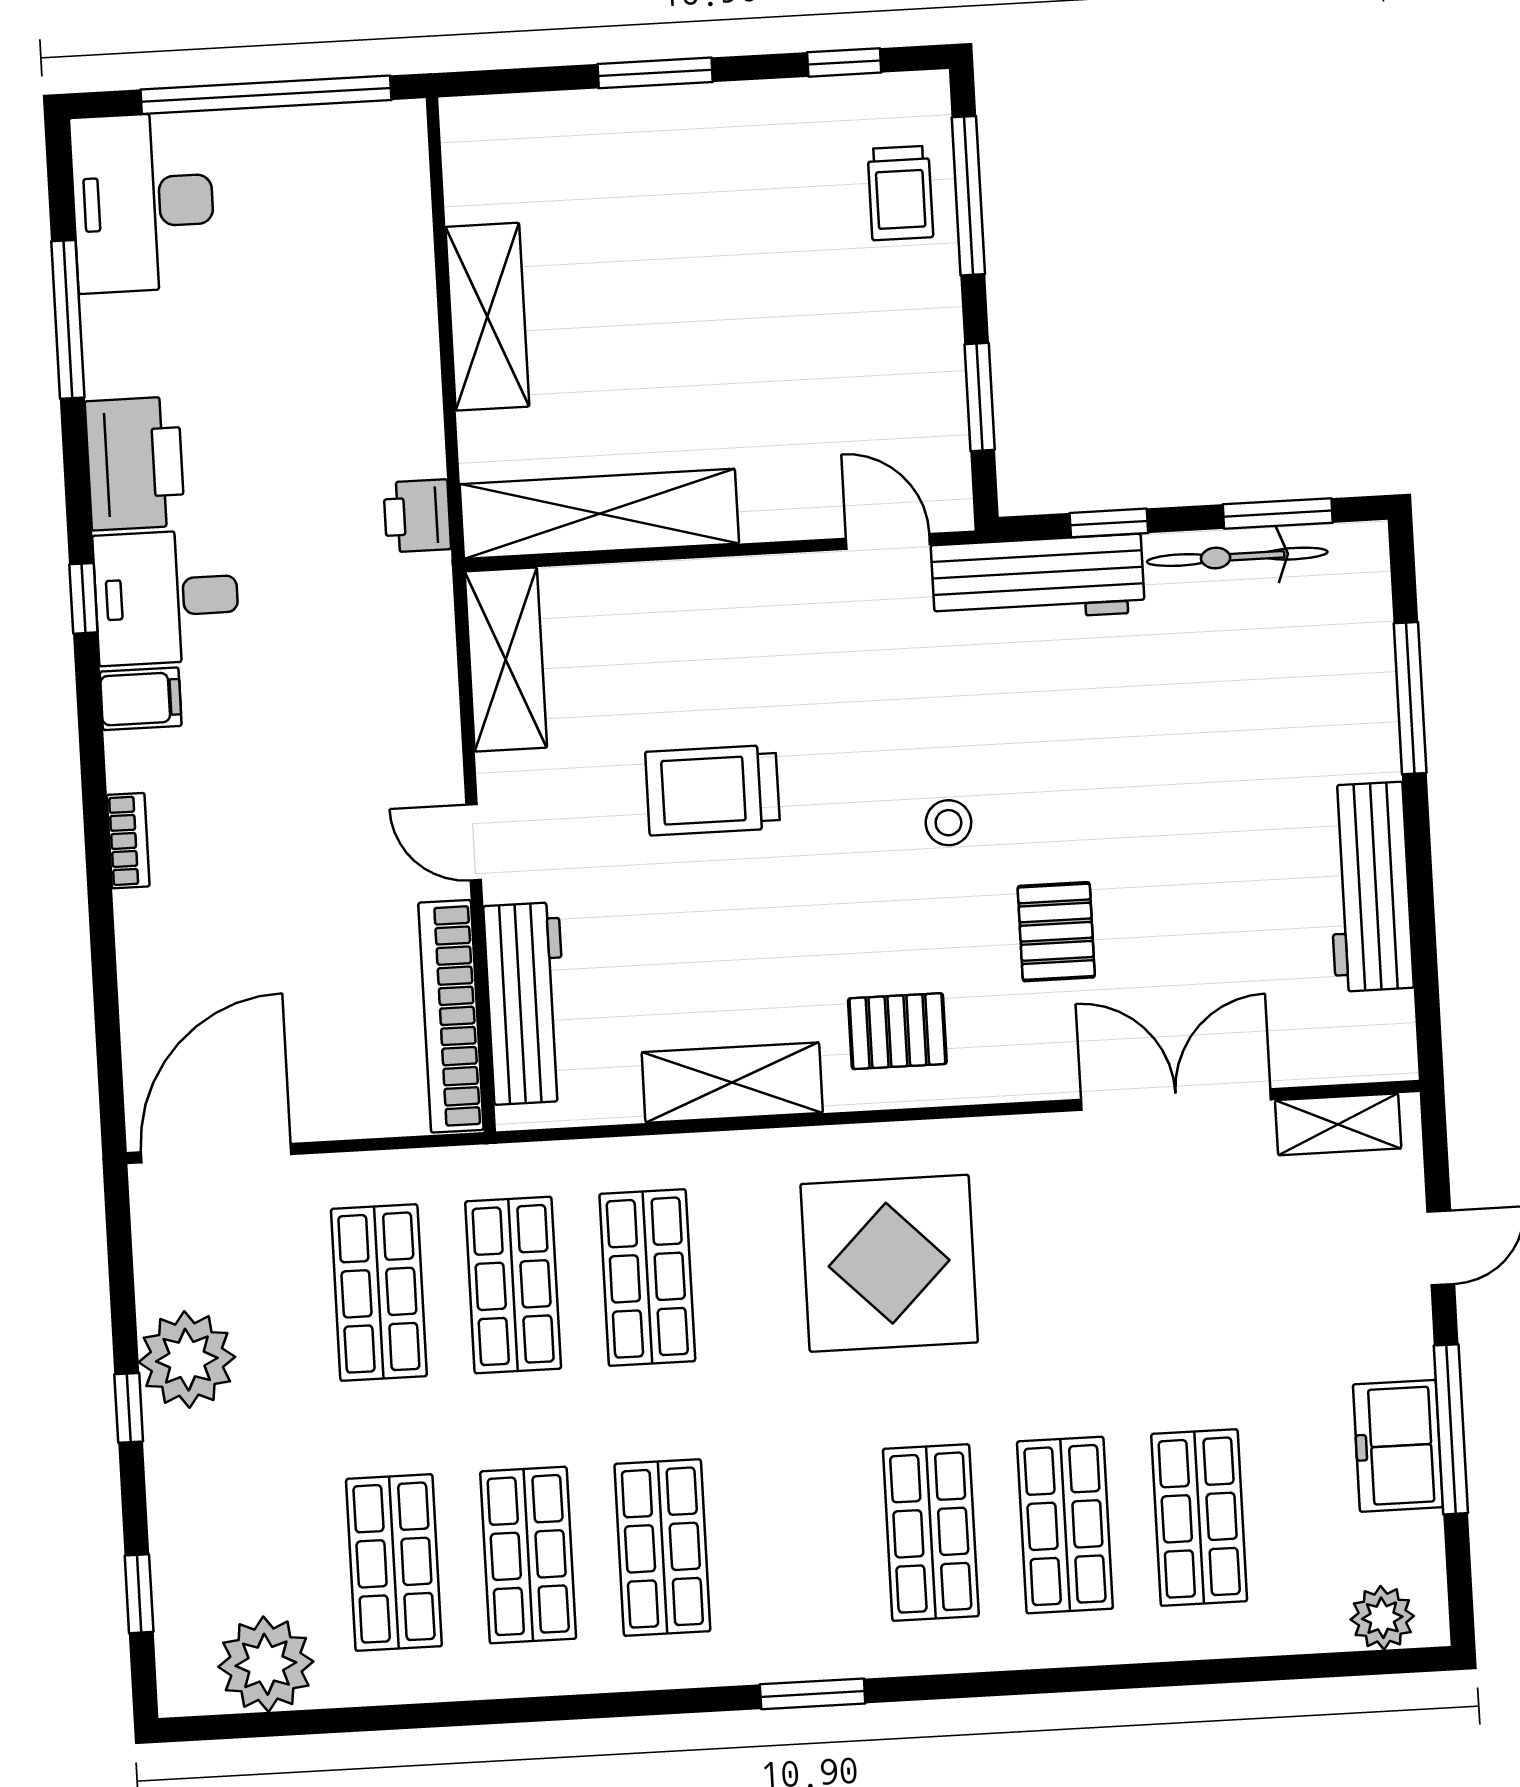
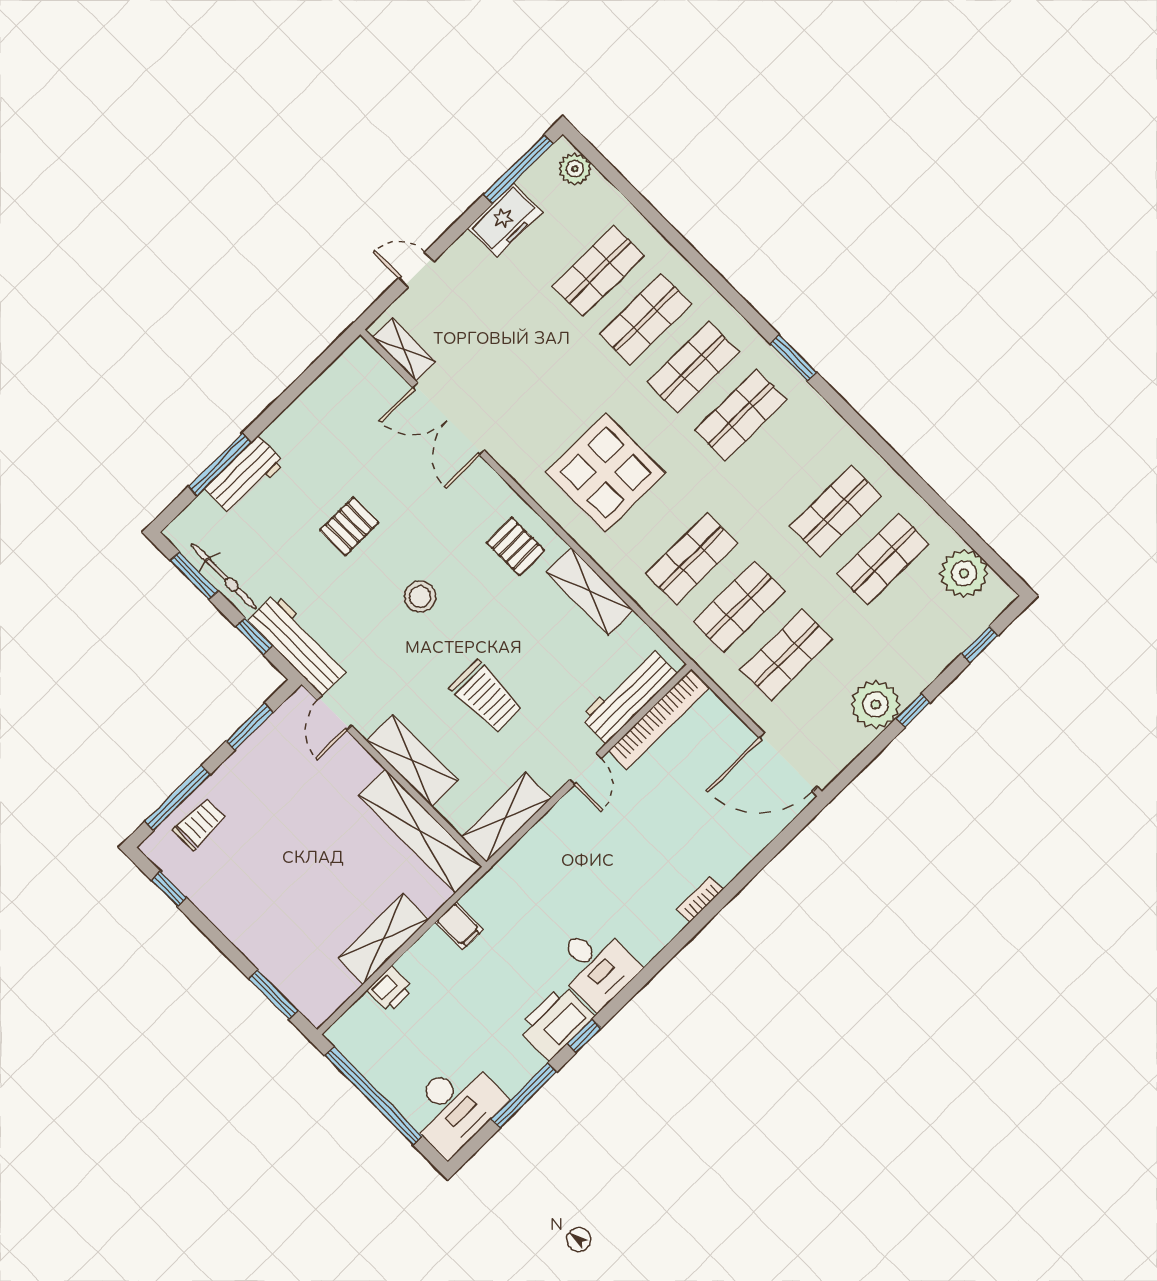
window: (655, 73) -> (273, 995), moved
printer: (417, 516) -> (390, 989), moved
shelving: (714, 595) -> (412, 761), added
window: (83, 598) -> (584, 1036), moved
filing cabinet: (141, 699) -> (459, 926), moved, turned 180
stool: (948, 823) -> (420, 597), width x1.37, depth x1.37
workbench: (1369, 887) -> (245, 476), moved, width x0.73
pallet: (1056, 932) -> (349, 526), moved
window: (1451, 1429) -> (518, 169), moved
shop shelf: (662, 1548) -> (741, 415), moved

